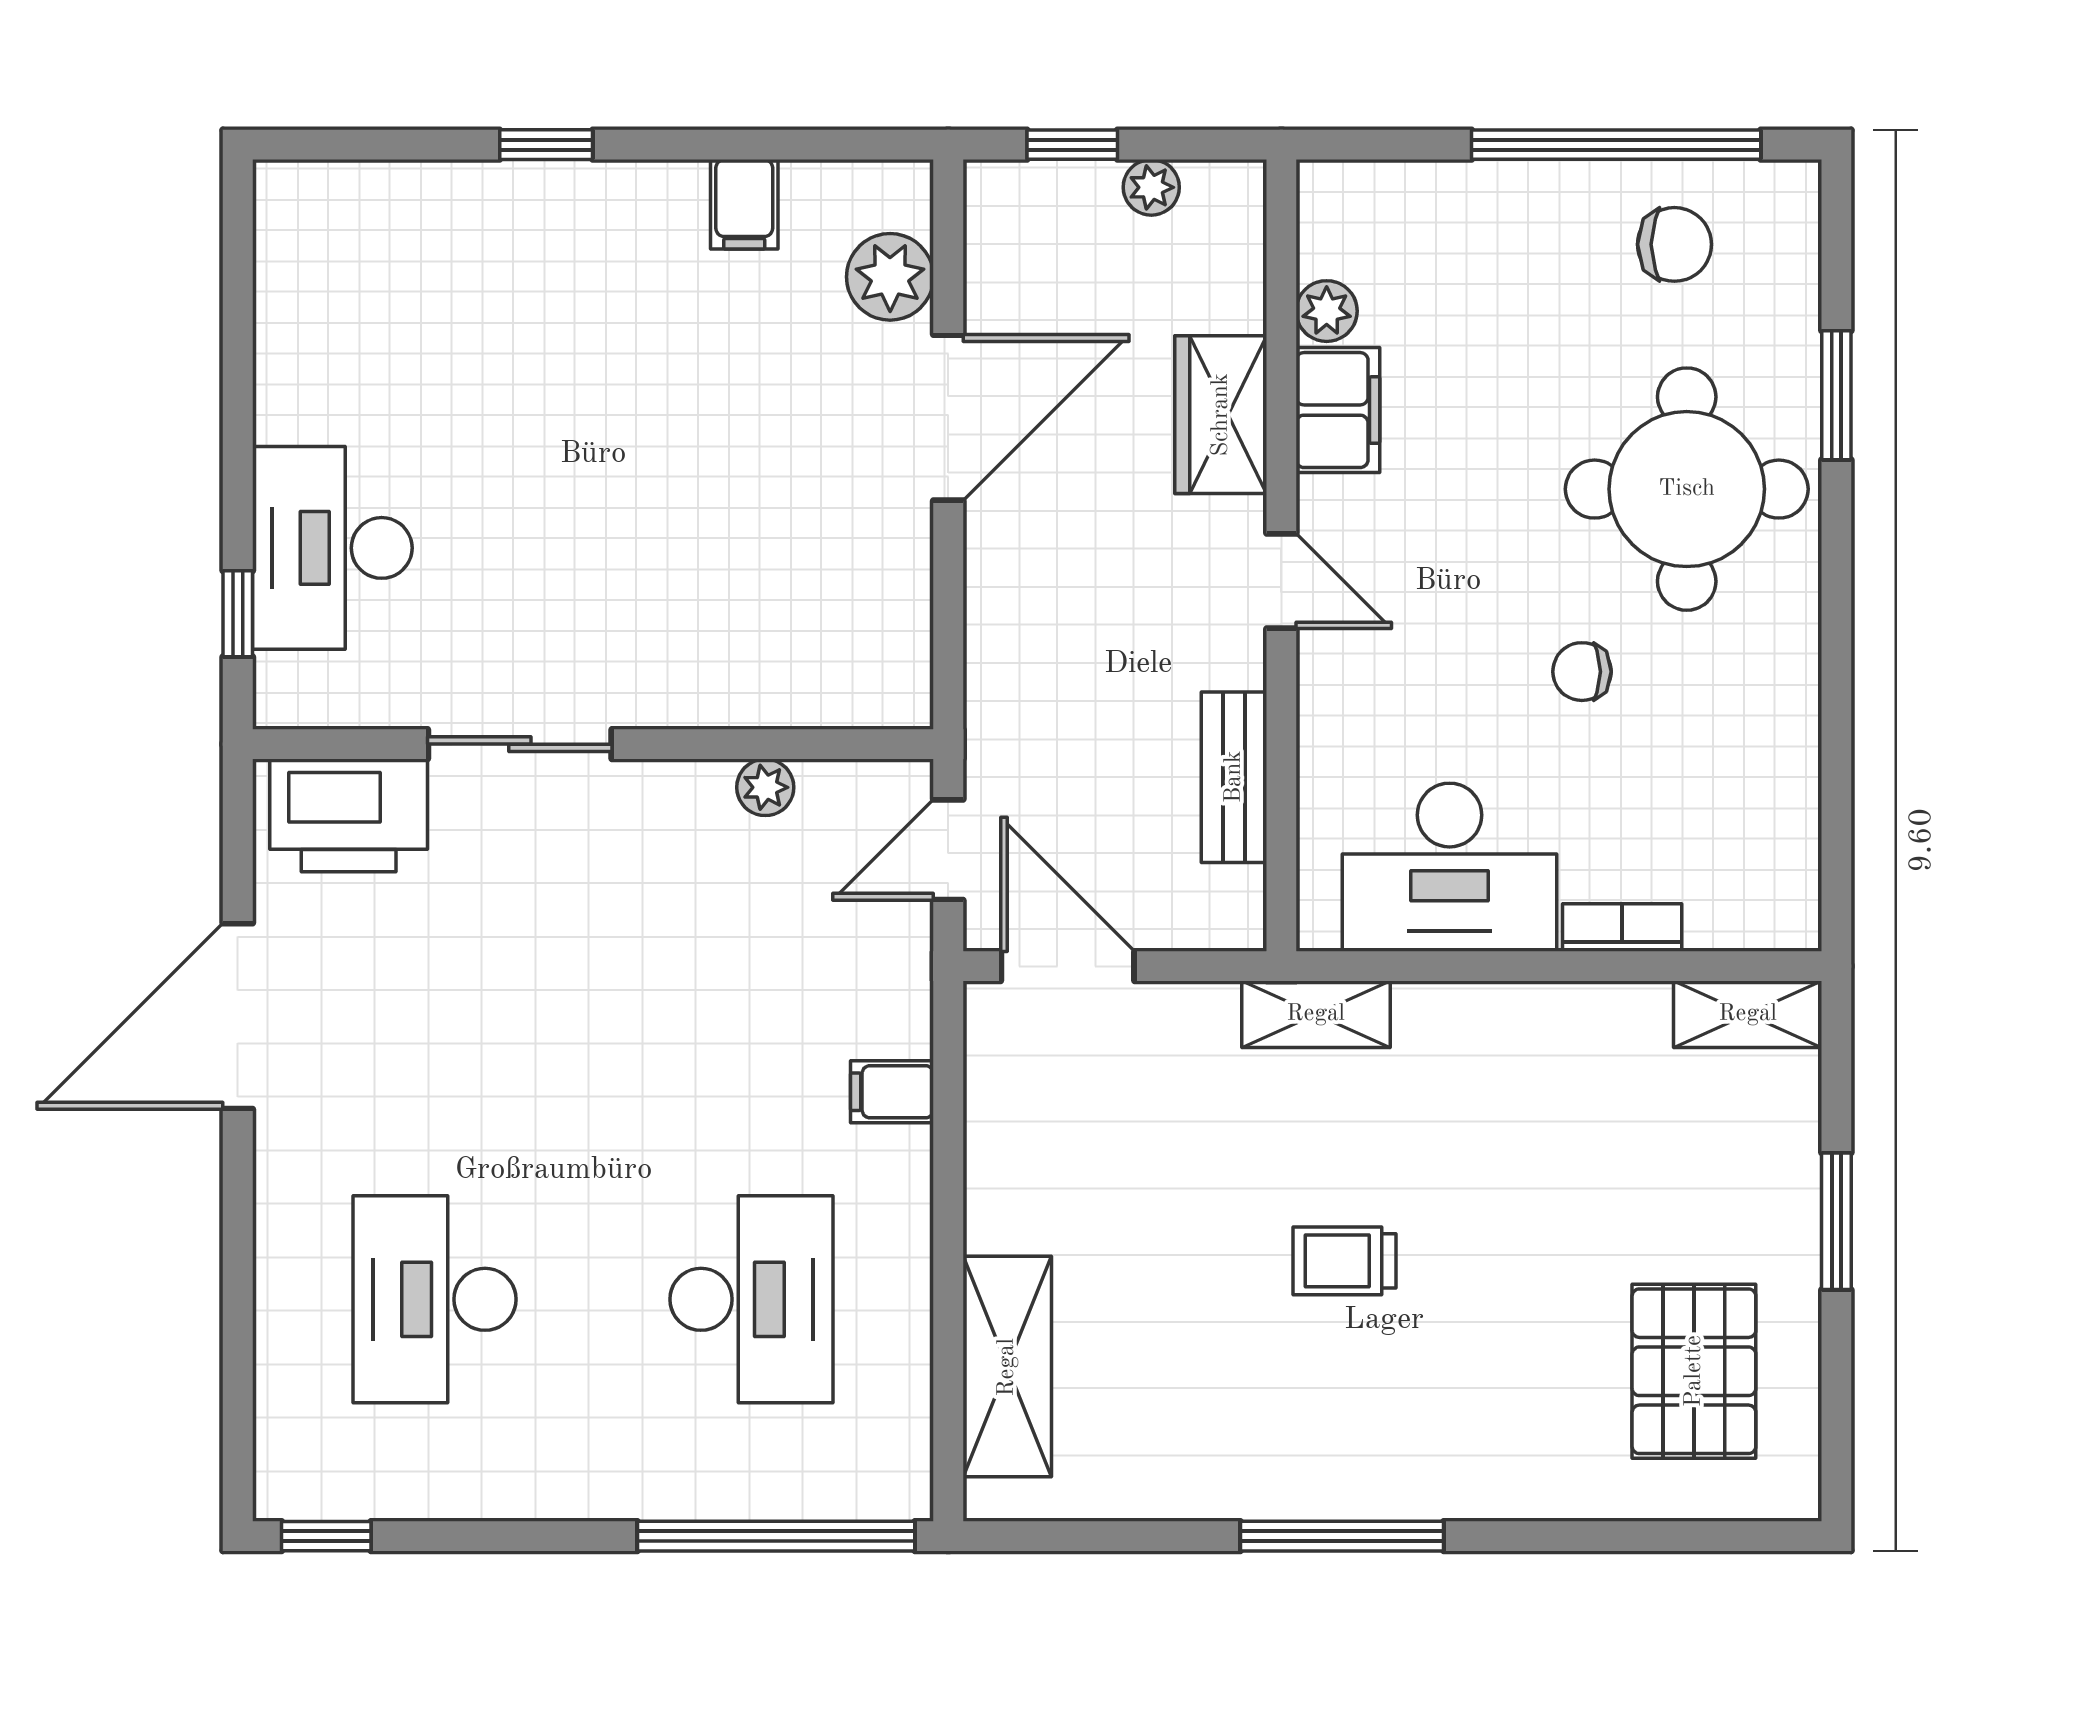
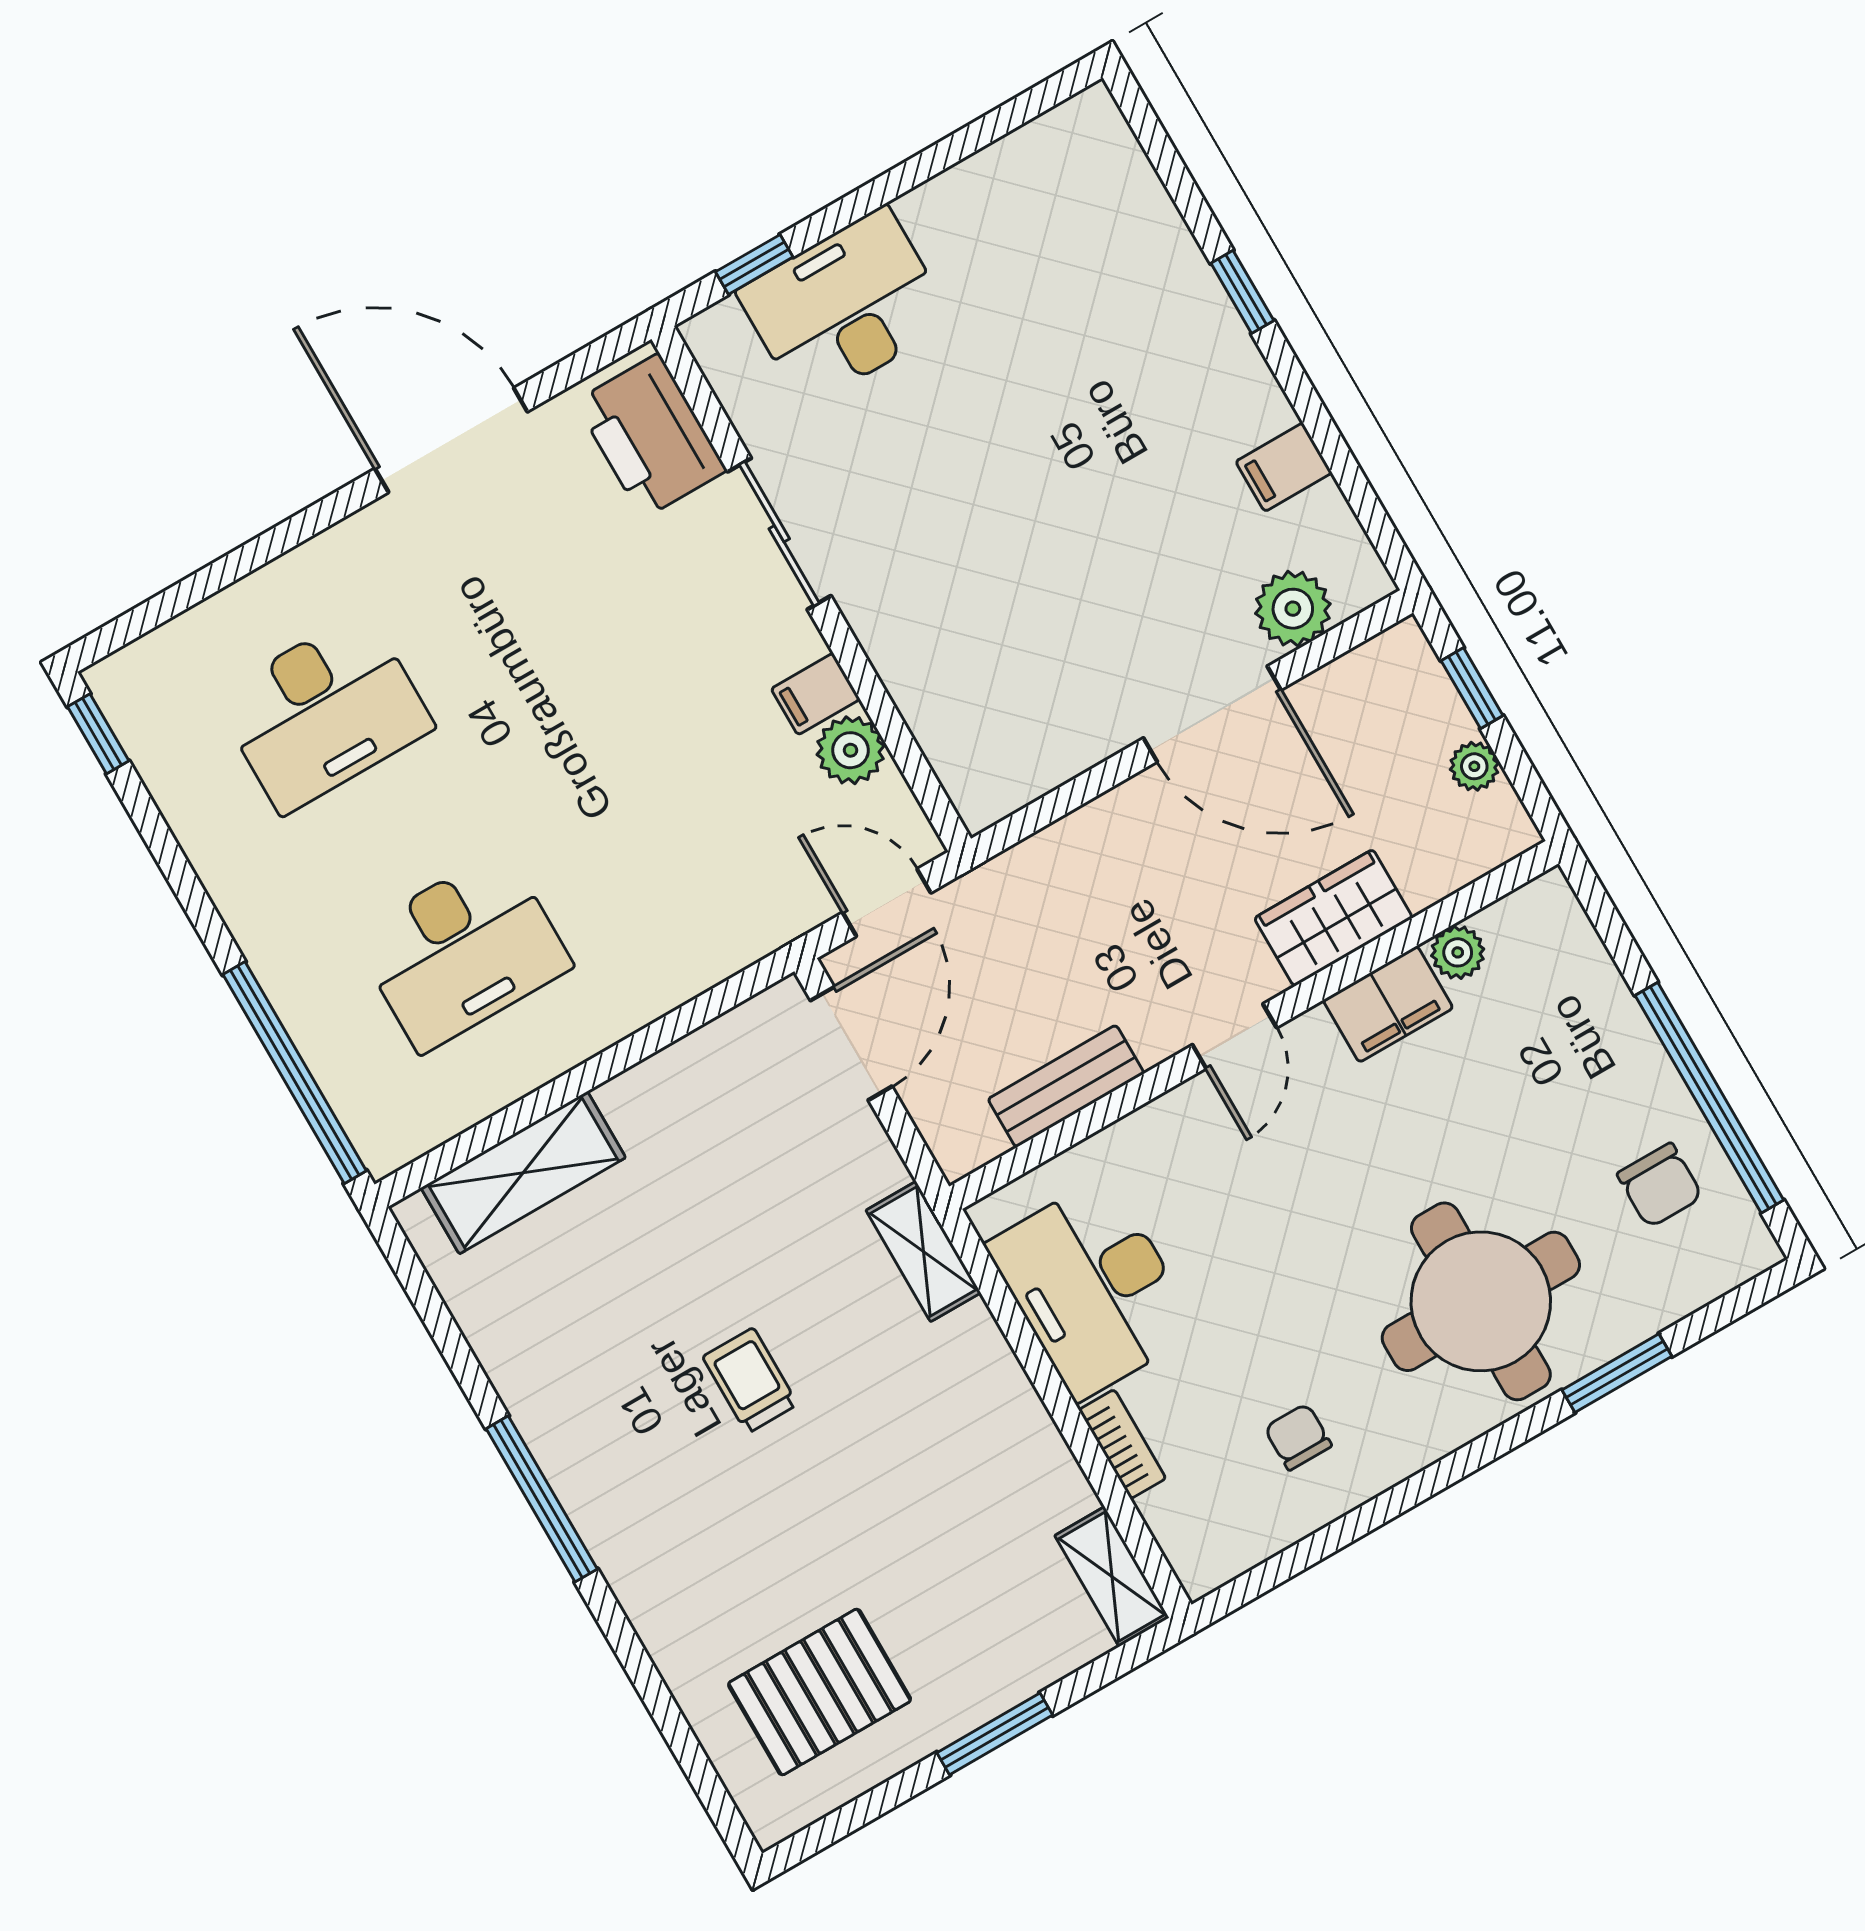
chair: (1582, 672) -> (1298, 1437), moved
plant: (765, 787) -> (851, 750), width x1.38, depth x1.38
filing cabinet: (892, 1092) -> (815, 694), moved, turned -90
desk: (435, 1299) -> (324, 712), turned 180

